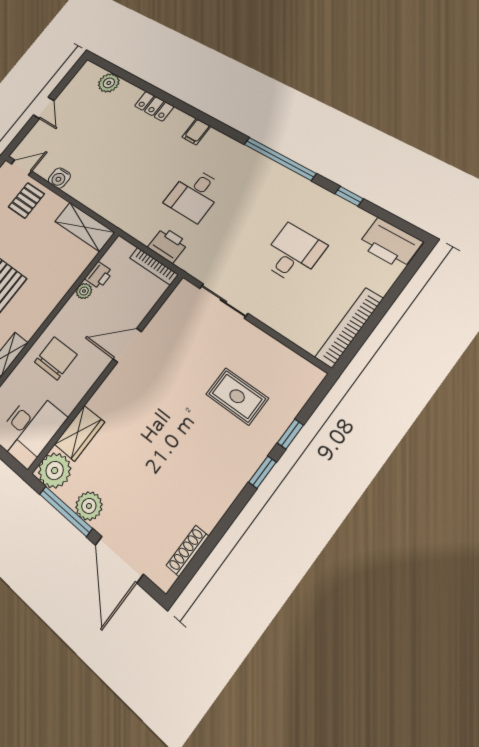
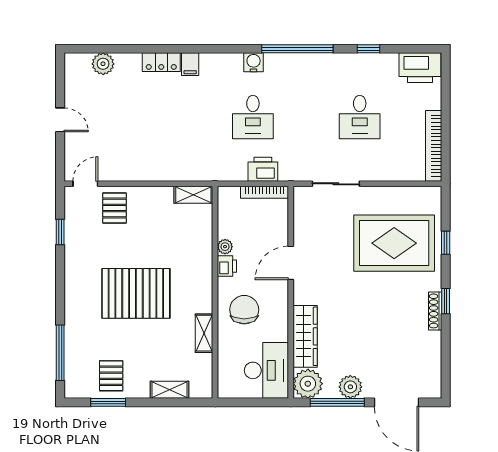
filing cabinet: (196, 132) -> (190, 64), moved
water cooler: (59, 178) -> (254, 62), moved, turned 180
shelving: (84, 227) -> (193, 195), width x0.67, depth x0.75
desk: (293, 254) -> (360, 117), turned 180
printer: (99, 275) -> (227, 266), moved
rug: (237, 396) -> (394, 243), width x1.86, depth x2.06
wardrobe: (79, 433) -> (305, 336), width x1.50
window: (262, 472) -> (446, 301), moved
shoe rack: (188, 551) -> (435, 311), moved

